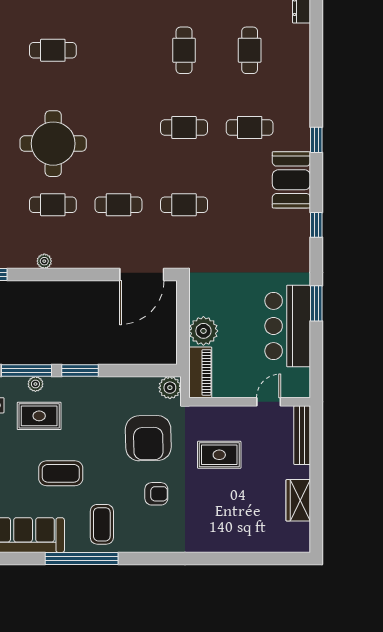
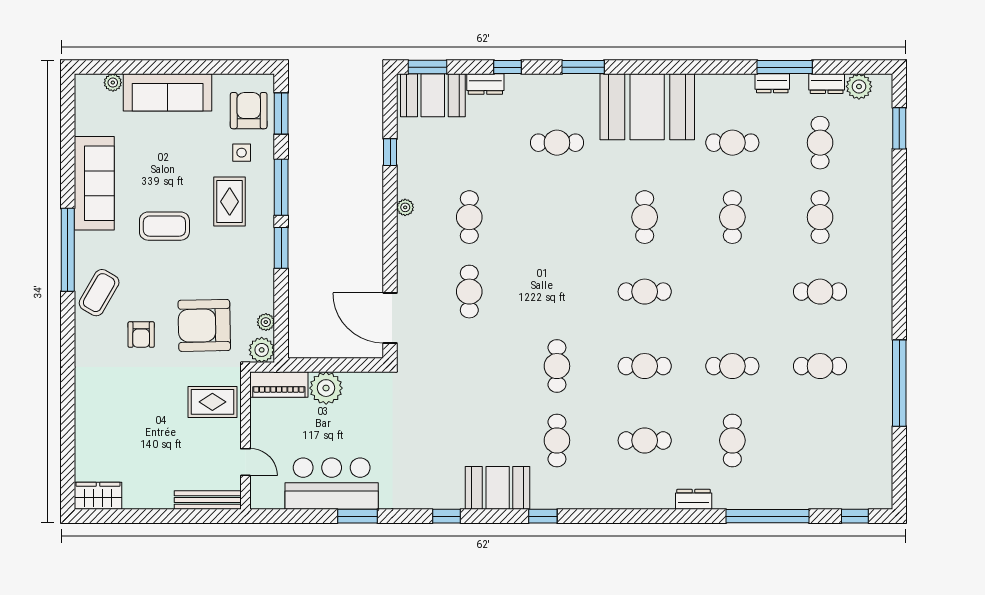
round table: (53, 144) -> (539, 217), removed
cafe table: (184, 205) -> (645, 292), moved, turned 90
plant: (35, 384) -> (266, 322), moved
rug: (219, 455) -> (212, 402), moved, turned 90
coffee table: (61, 473) -> (164, 226), turned 90
wardrobe: (298, 500) -> (98, 496), moved
coffee table: (102, 524) -> (99, 293), moved, turned -60

